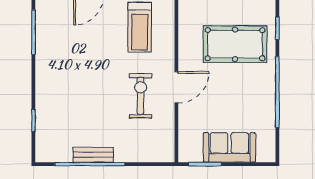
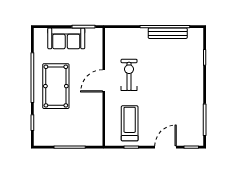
pool table: (235, 44) -> (56, 86), moved, turned 90
exercise bike: (141, 96) -> (129, 75), turned 180
bench: (93, 155) -> (168, 33), width x1.36

